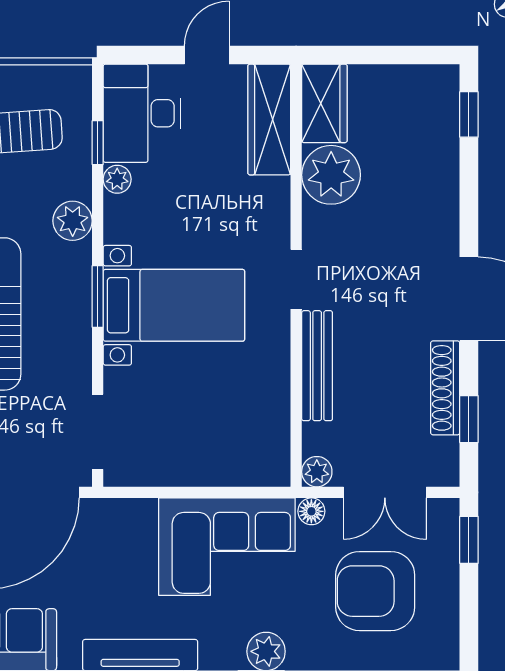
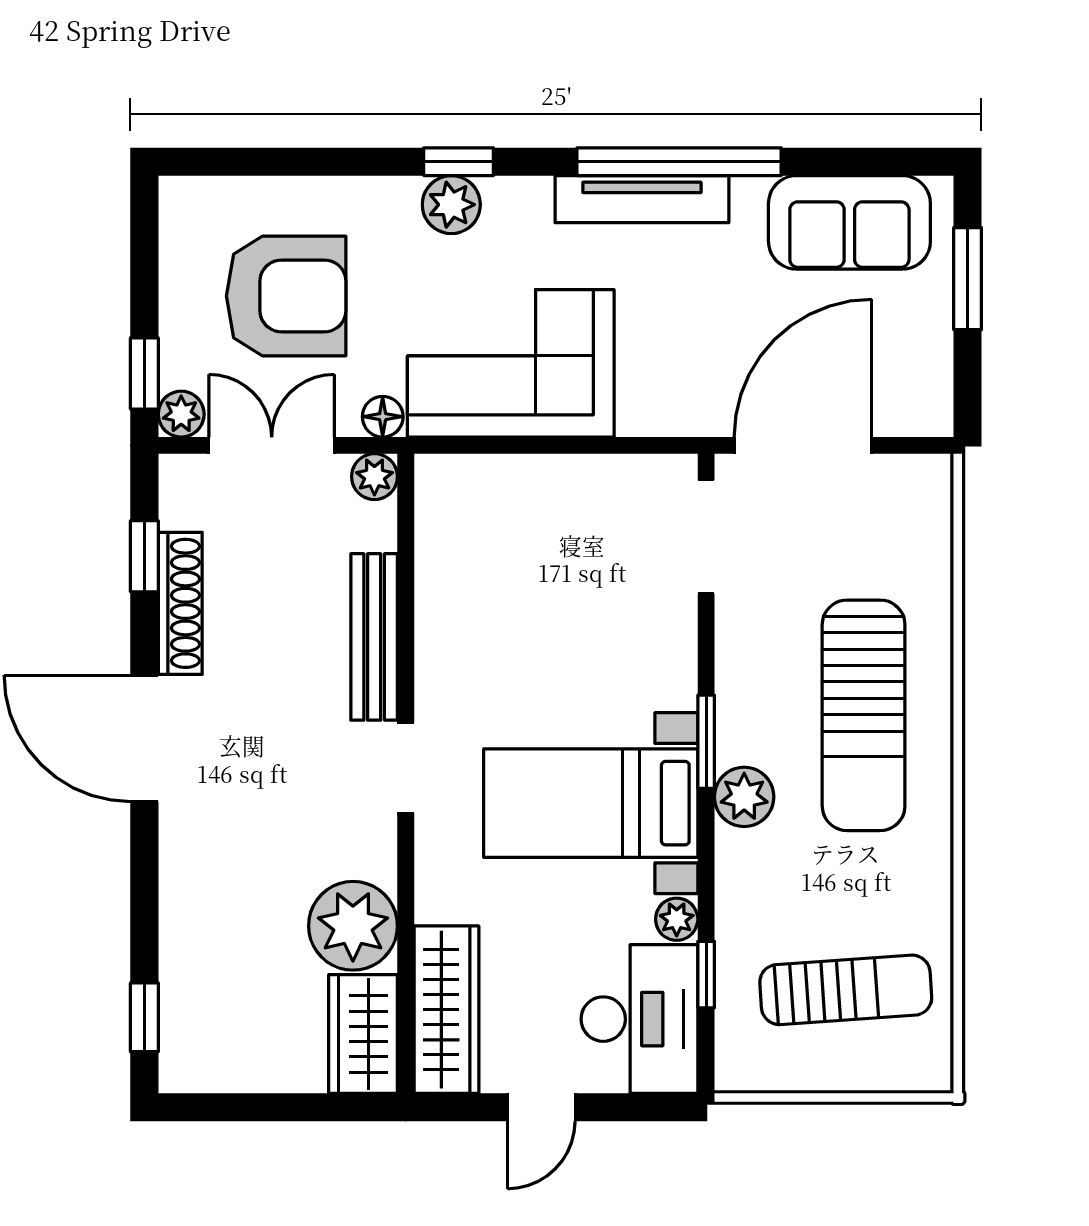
plant: (73, 221) -> (744, 797), moved
bed with nightstands: (174, 305) -> (591, 803), moved
plant: (445, 513) -> (181, 414), added

